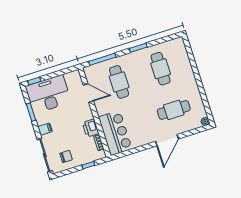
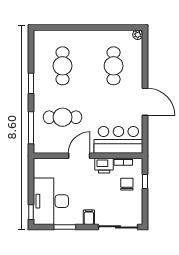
cafe table: (161, 69) -> (63, 66), turned 90
door: (88, 93) -> (79, 156), moved
door: (167, 140) -> (145, 102), moved
chair: (66, 156) -> (127, 184), moved

